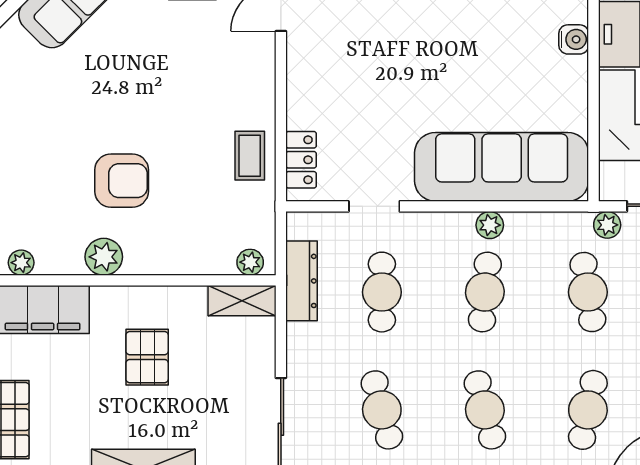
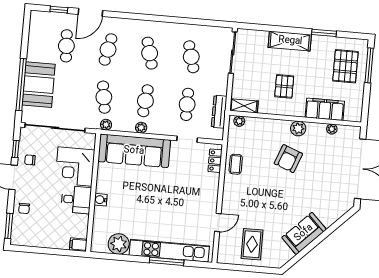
armchair: (122, 181) -> (288, 159), turned -69
plant: (607, 225) -> (106, 125), moved

